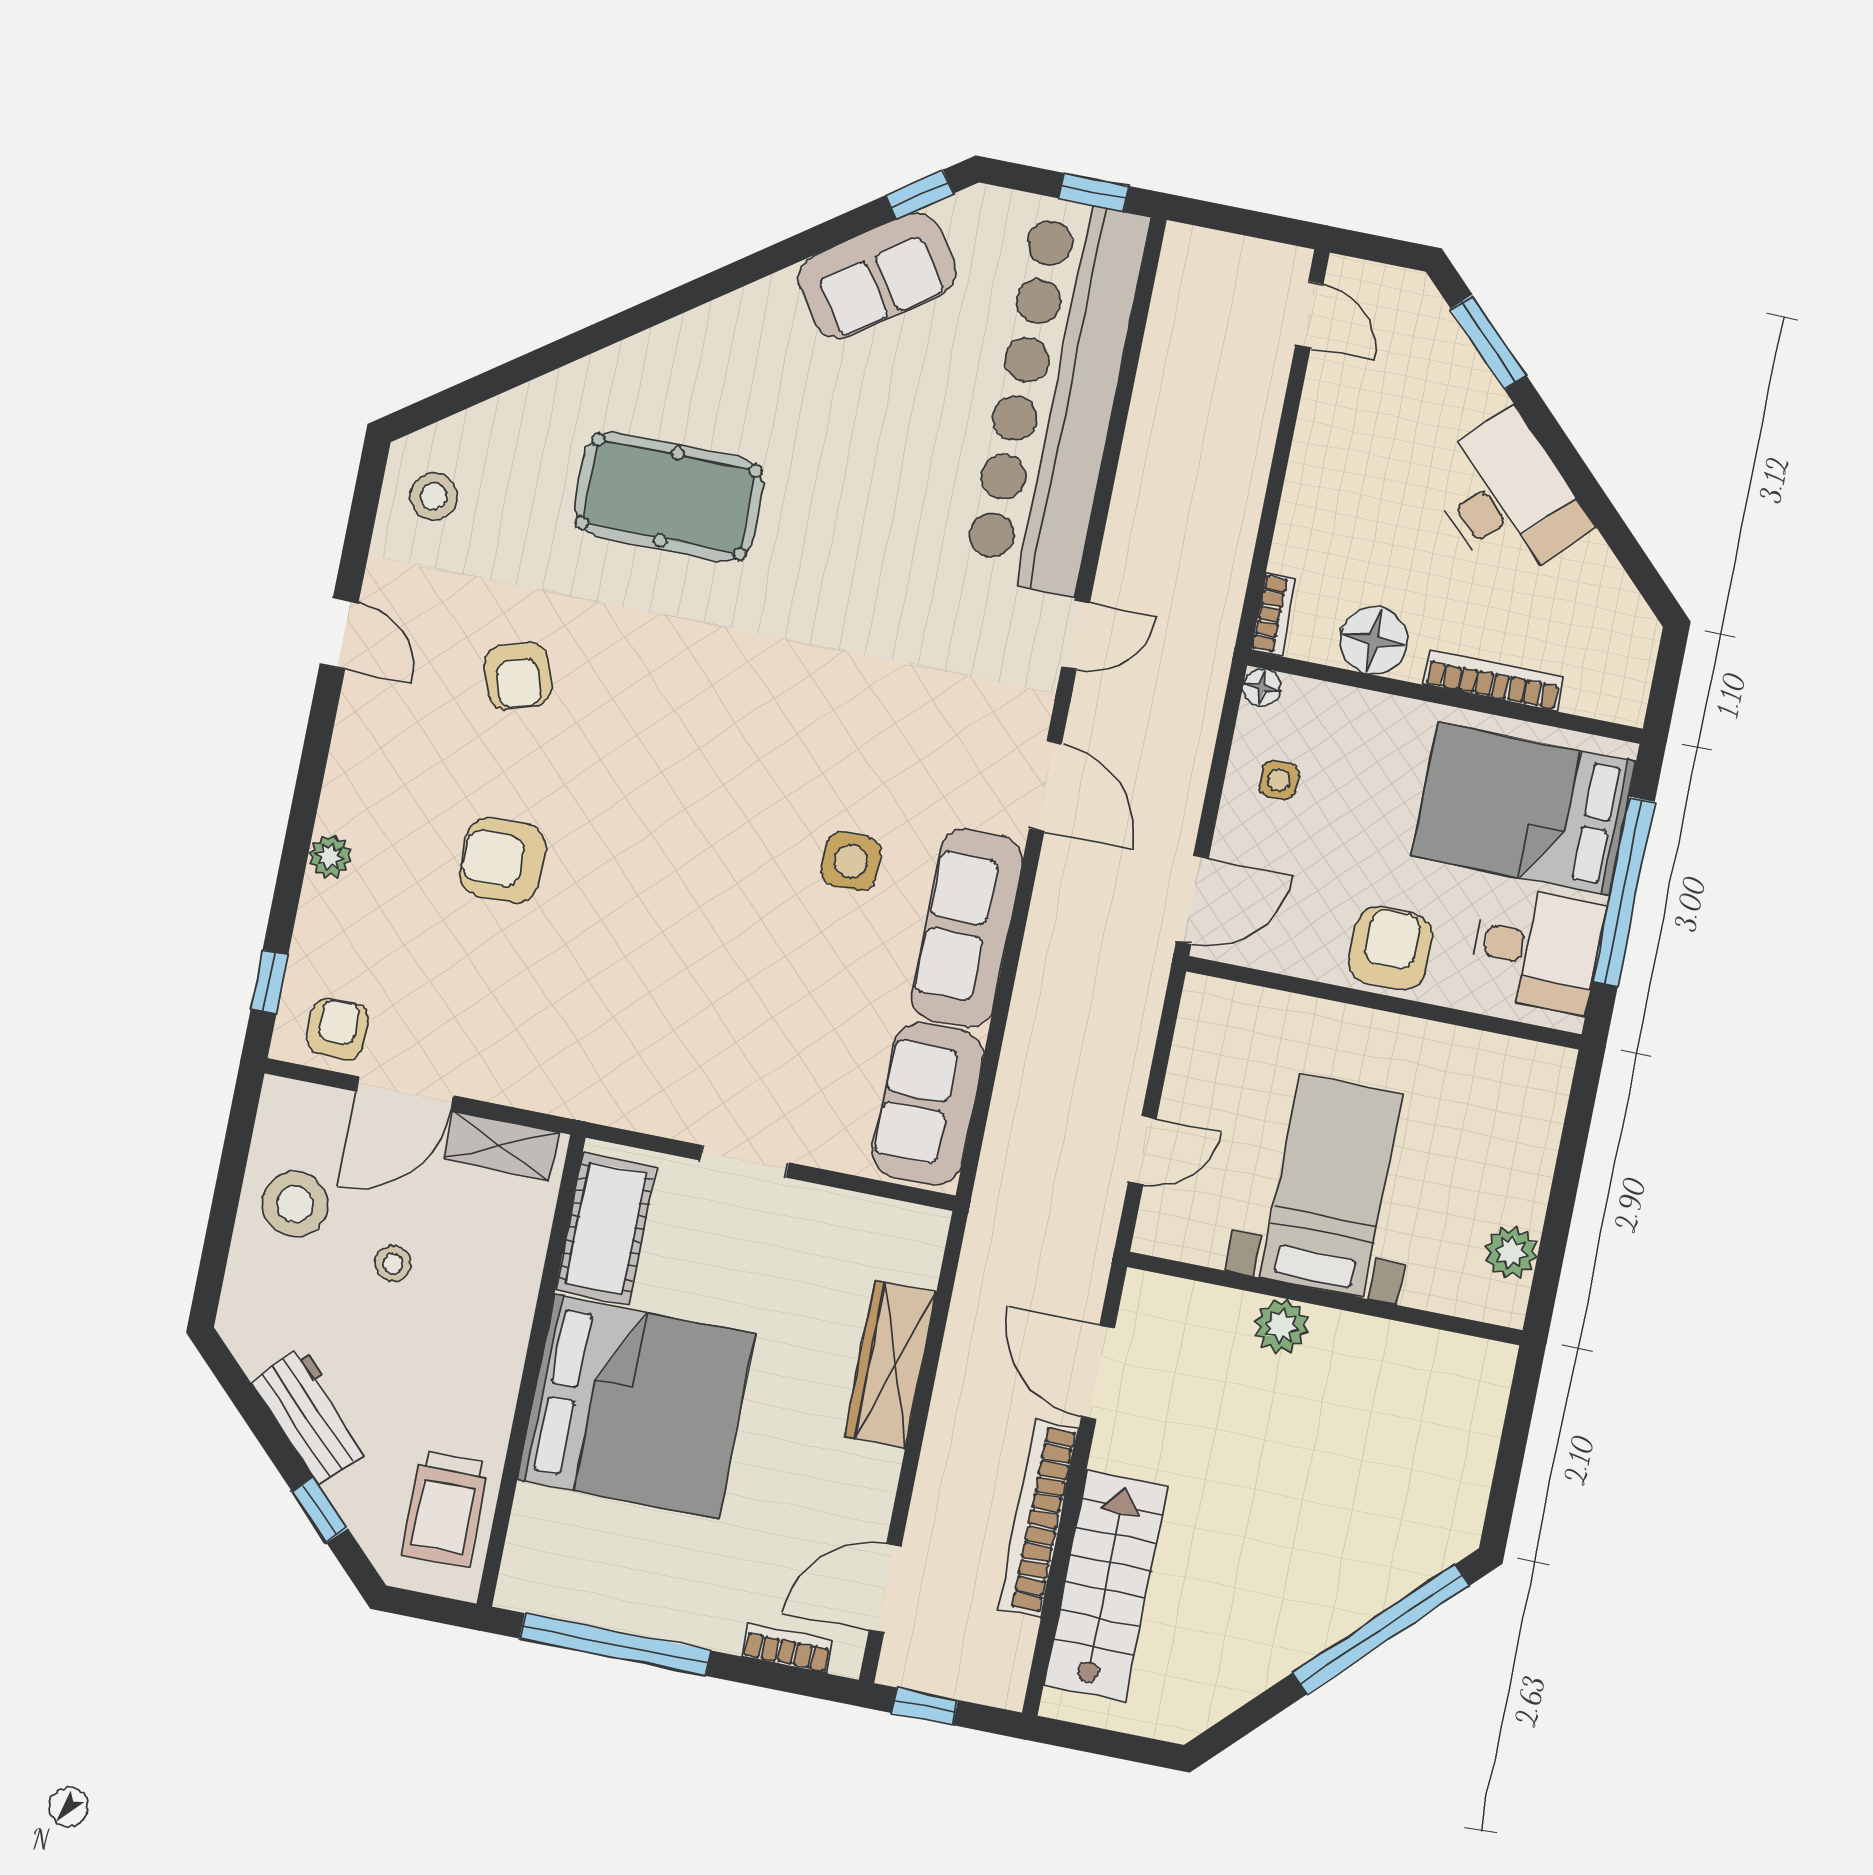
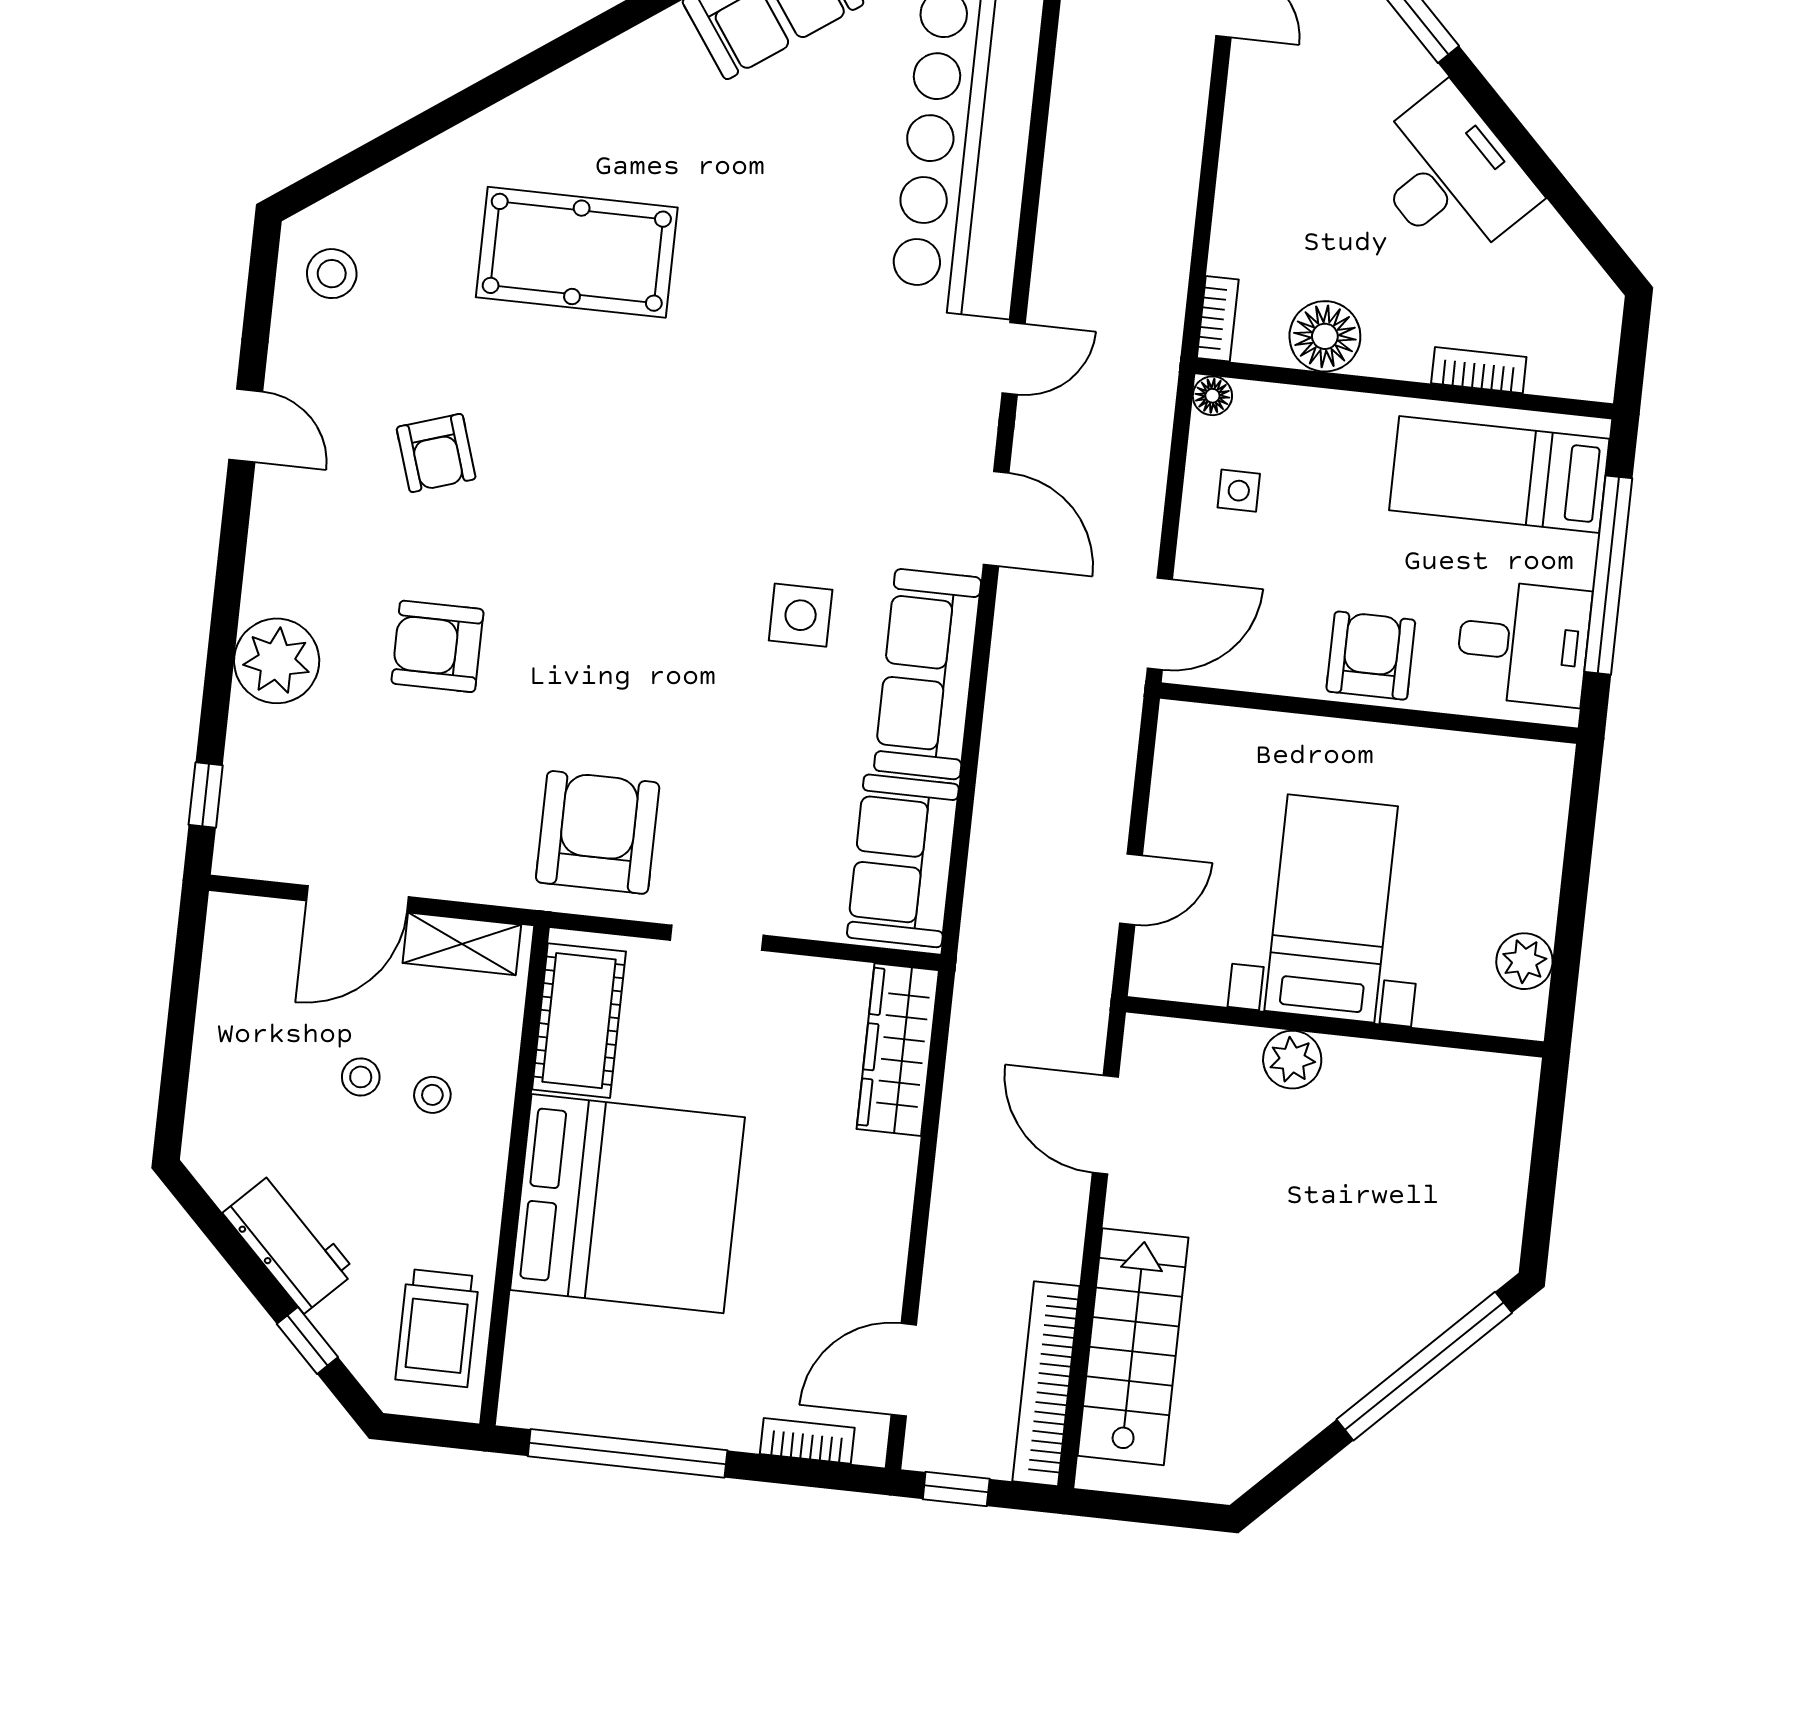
bookcase: (1493, 681) -> (1479, 370), width x0.64
bed: (1524, 809) -> (1499, 475), width x0.67
plant: (330, 857) -> (277, 661), width x1.88, depth x1.88
armchair: (338, 1029) -> (598, 832), moved, width x1.88, depth x1.88
stool: (295, 1204) -> (432, 1095), moved, width x0.53, depth x0.53
wardrobe: (891, 1364) -> (898, 1050), moved
bookcase: (1039, 1518) -> (1046, 1384), moved

